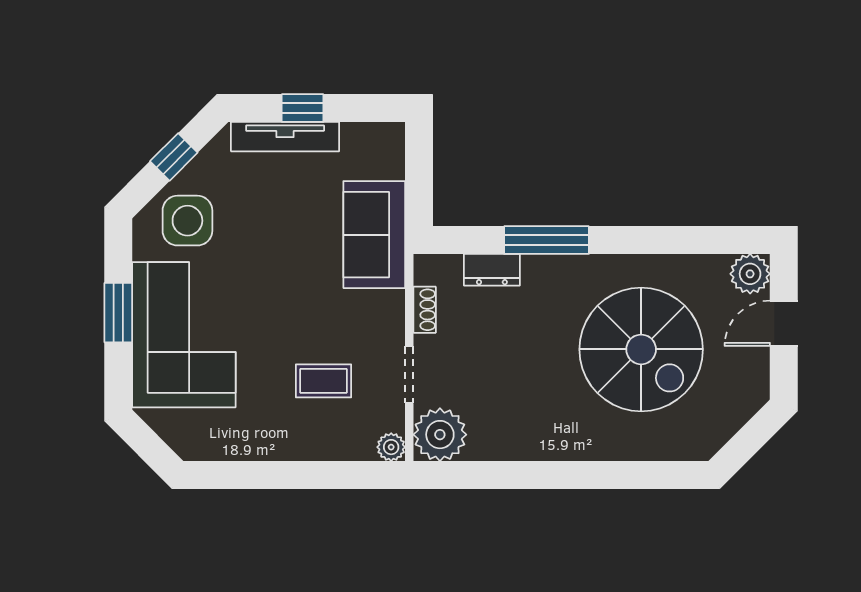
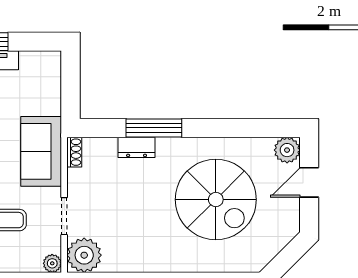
sofa: (374, 235) -> (41, 151), moved
dresser: (492, 270) -> (137, 147), moved
shoe rack: (425, 310) -> (74, 152), moved

